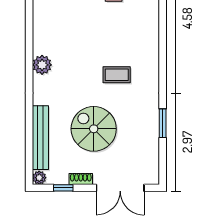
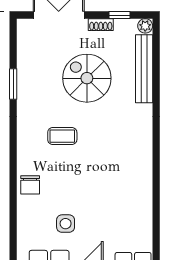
chair: (147, 29) -> (30, 185), added
plant: (42, 65) -> (142, 147), removed
spiral stairs: (94, 129) -> (87, 78), turned 180

